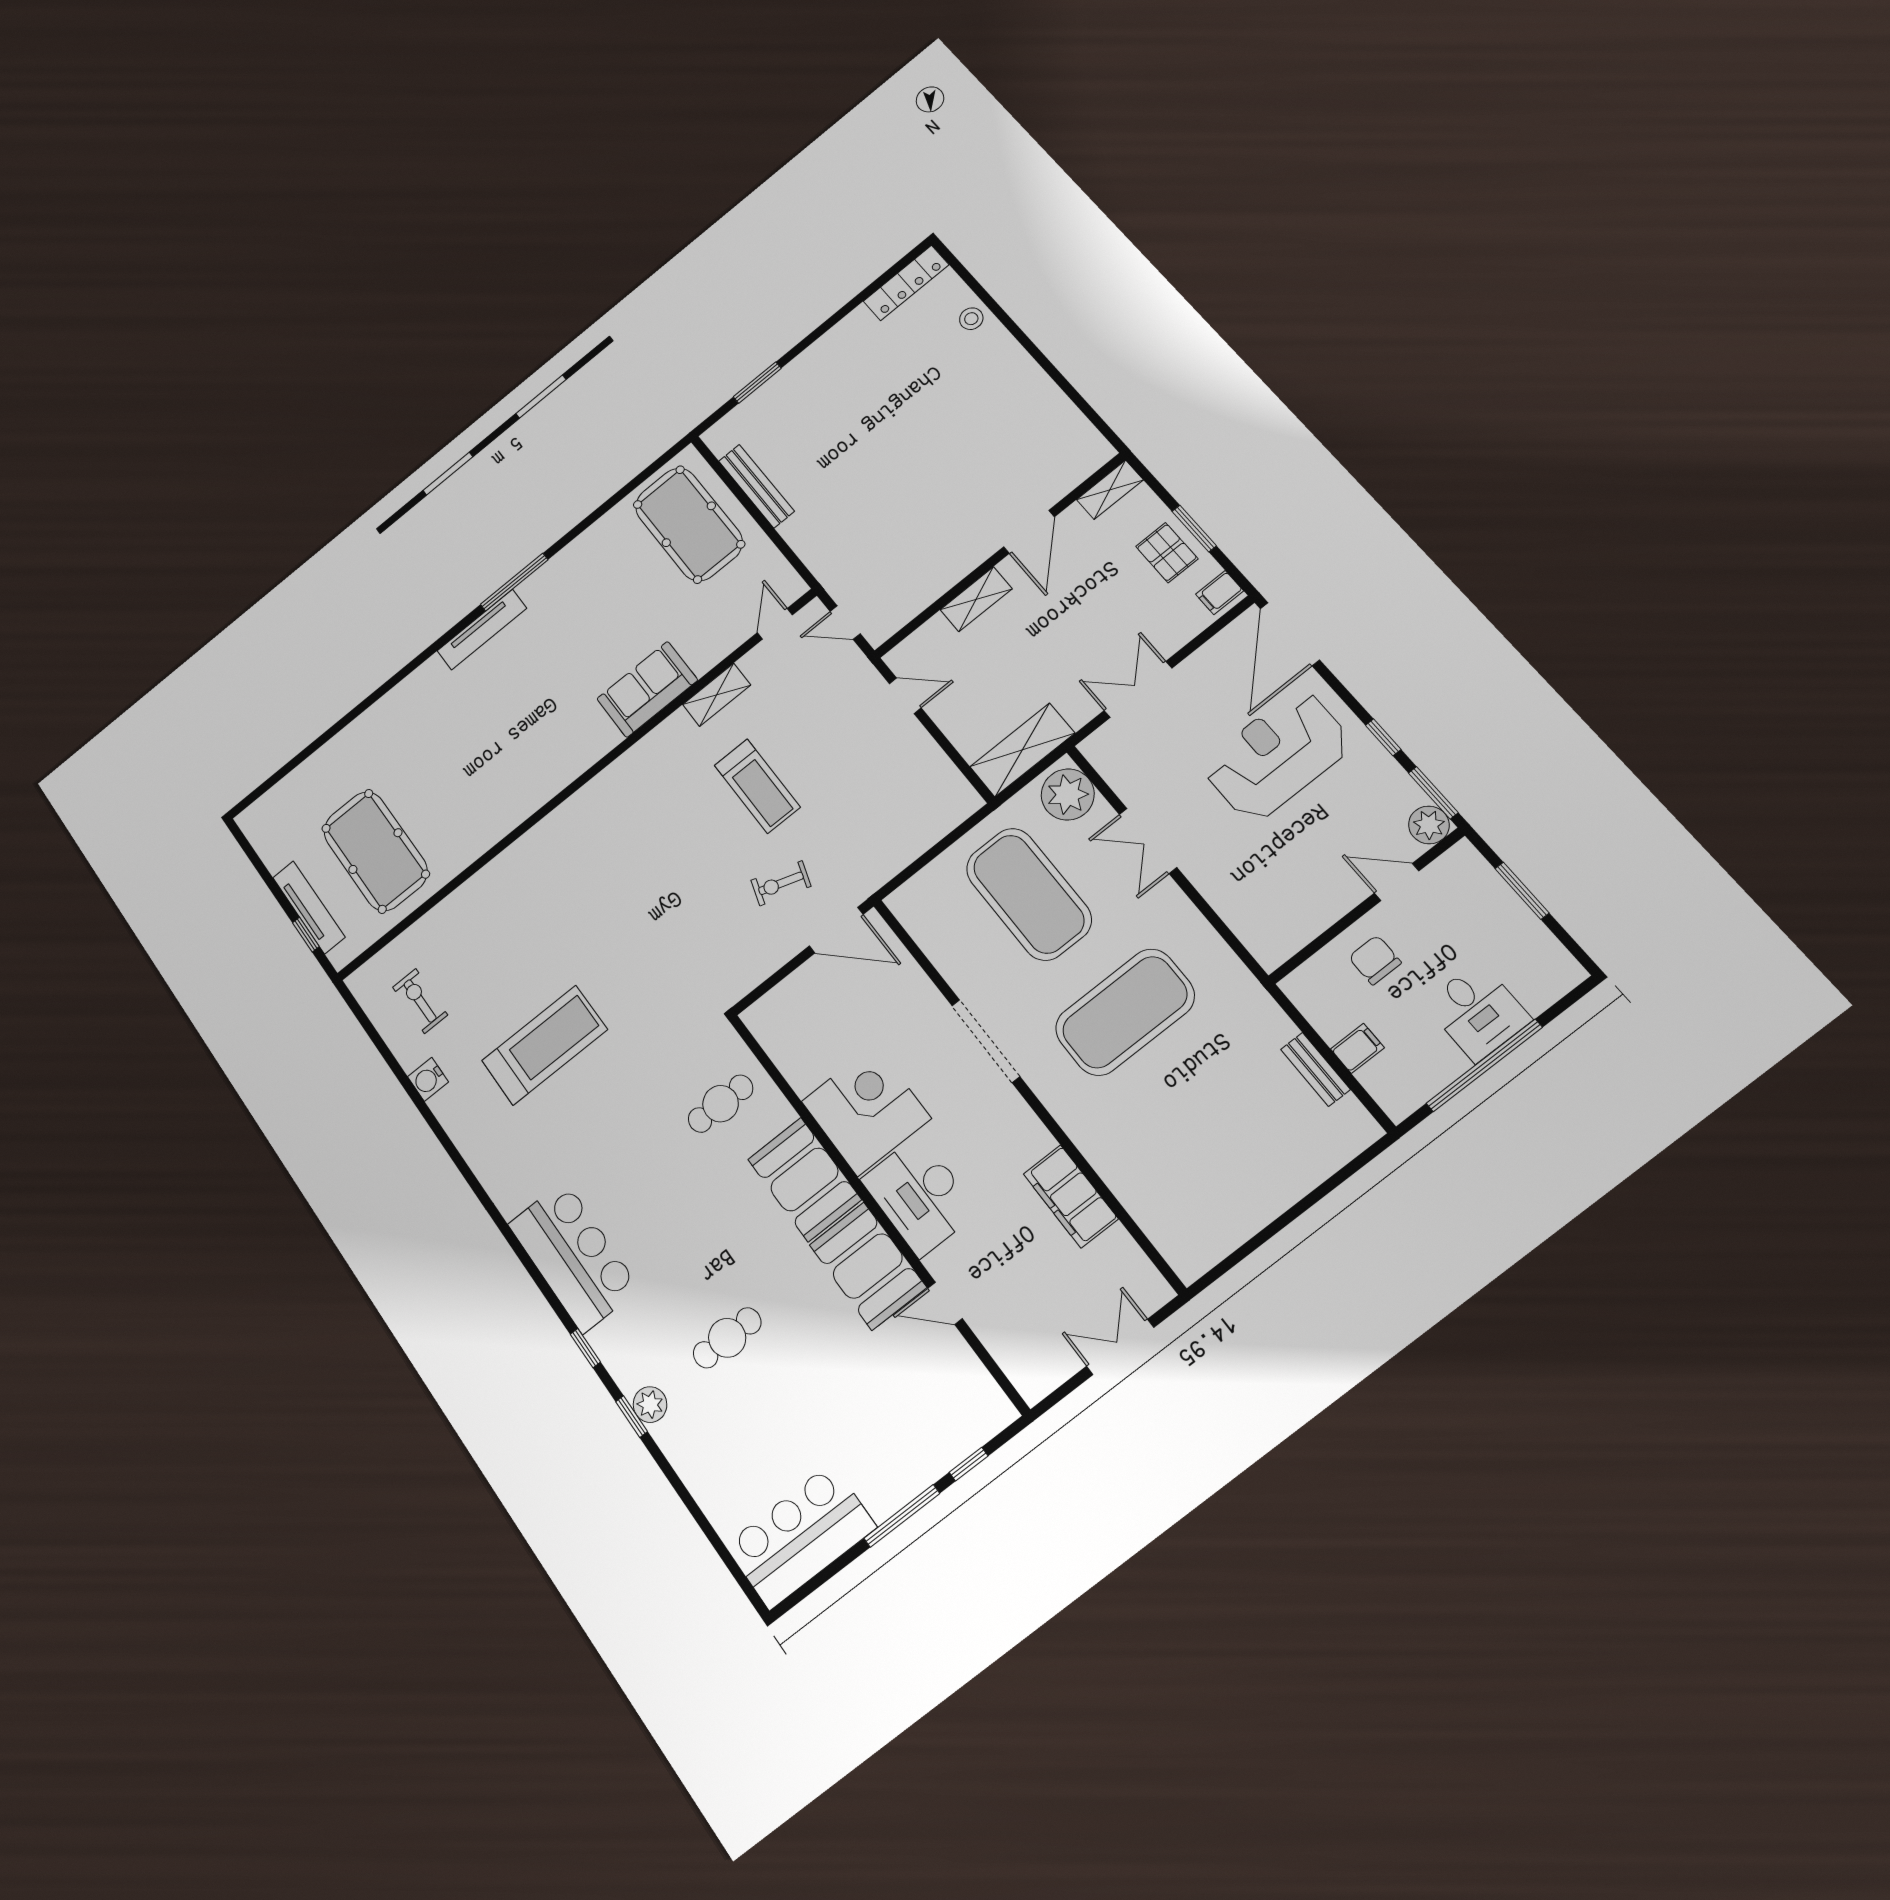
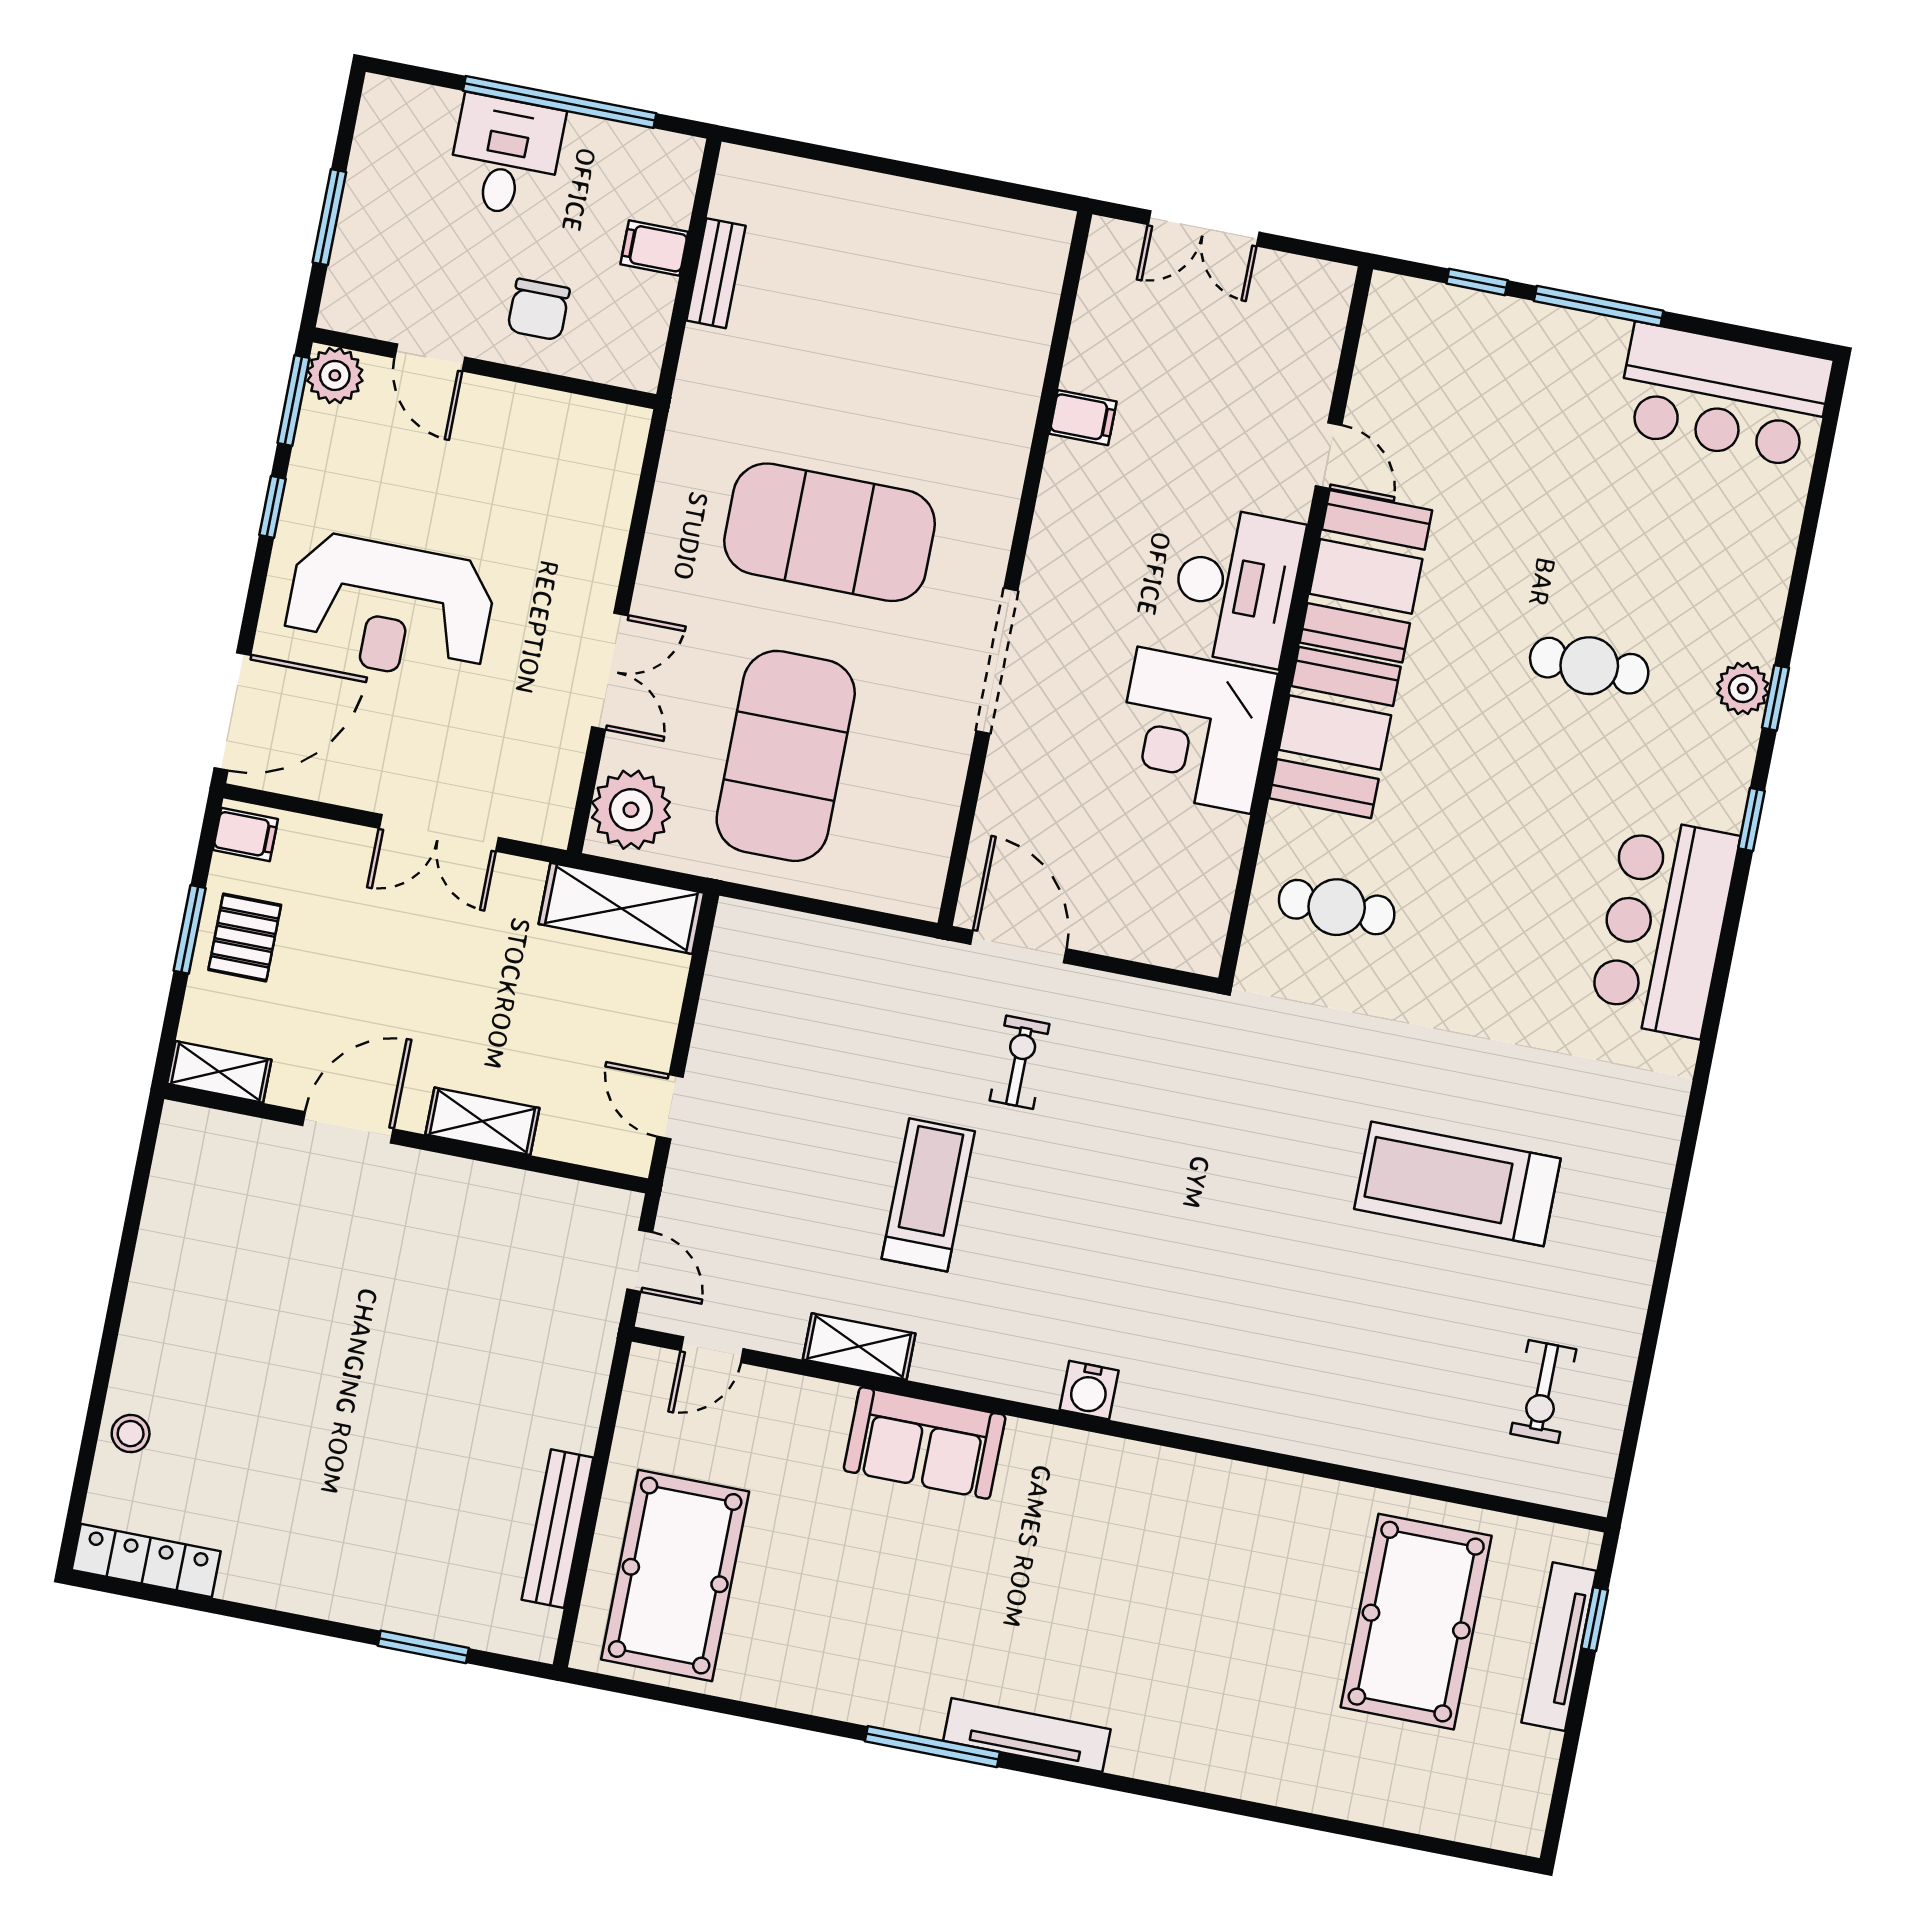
exercise bike: (781, 883) -> (1020, 1062), turned -108
water cooler: (428, 1079) -> (1089, 1390), moved, turned 90
filing cabinet: (1071, 1196) -> (1083, 418), width x0.33, depth x0.86

